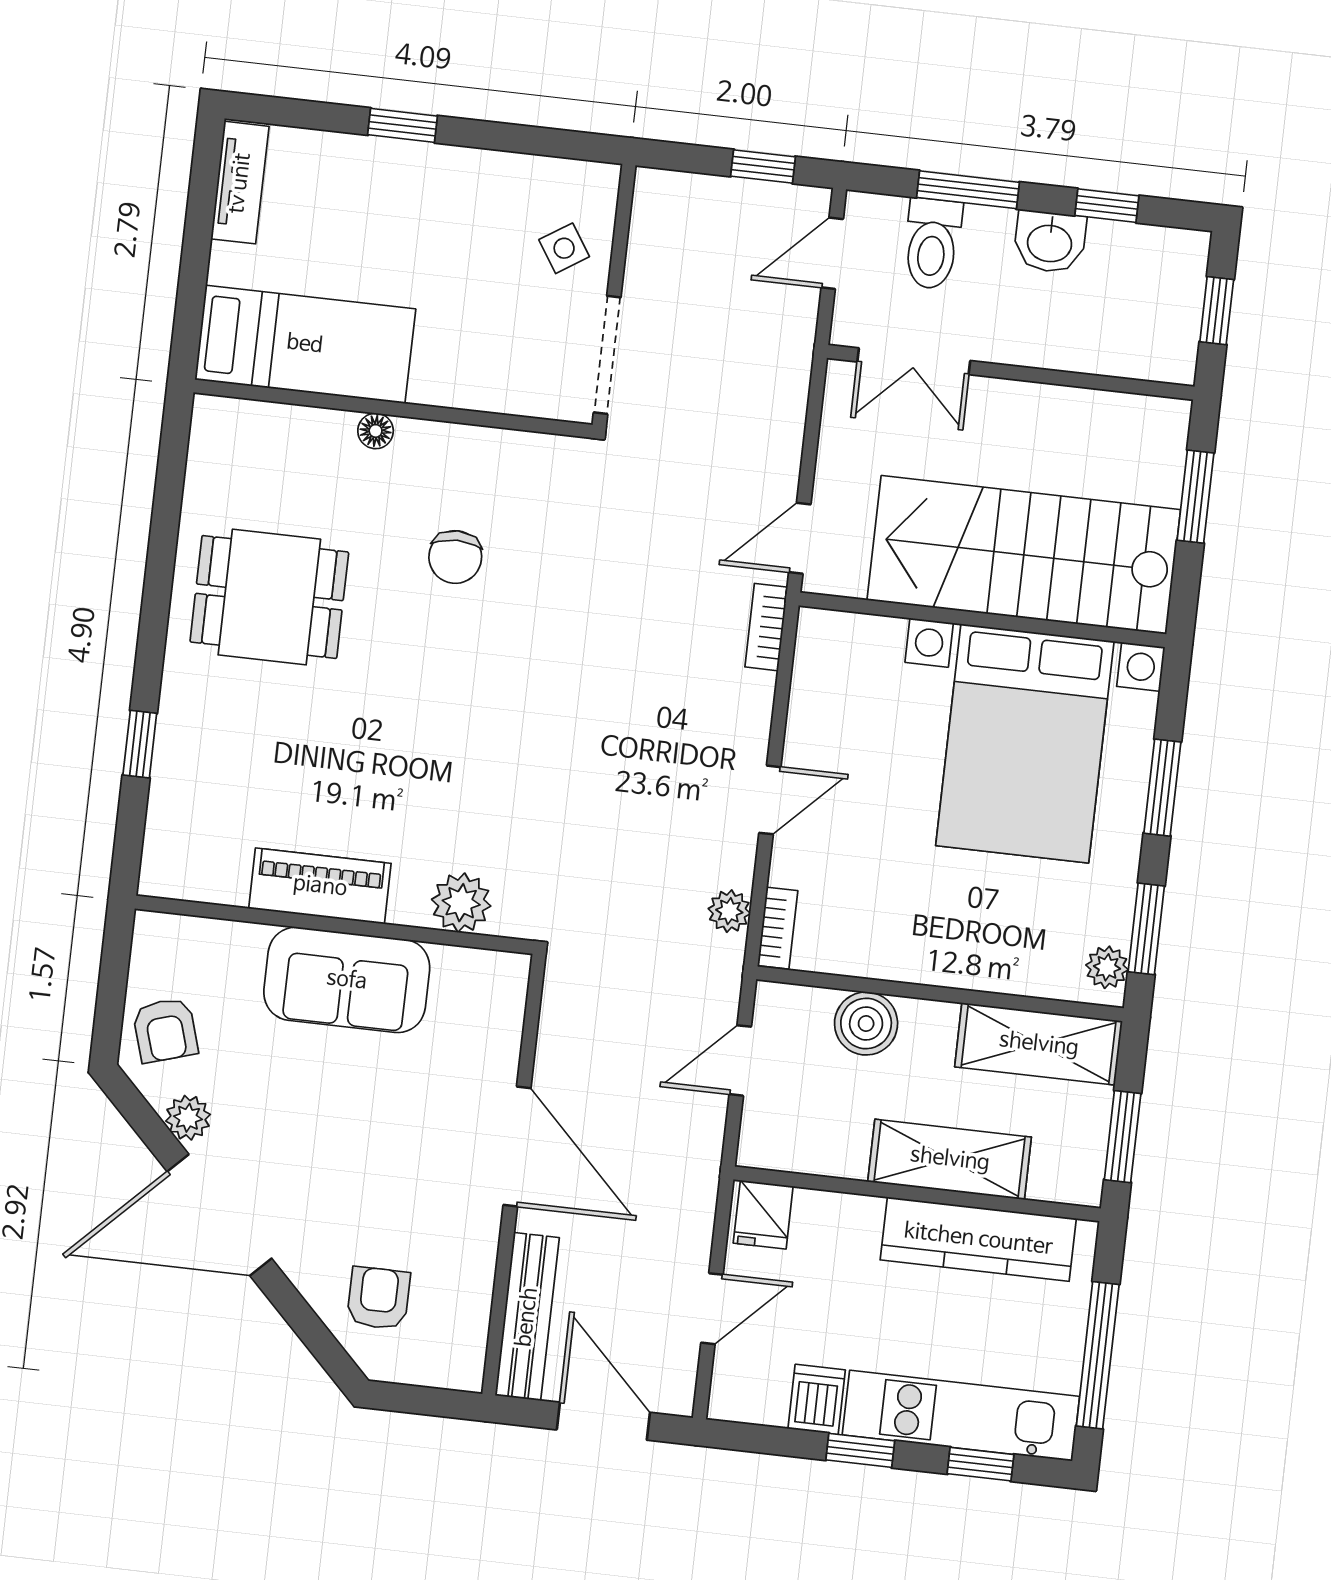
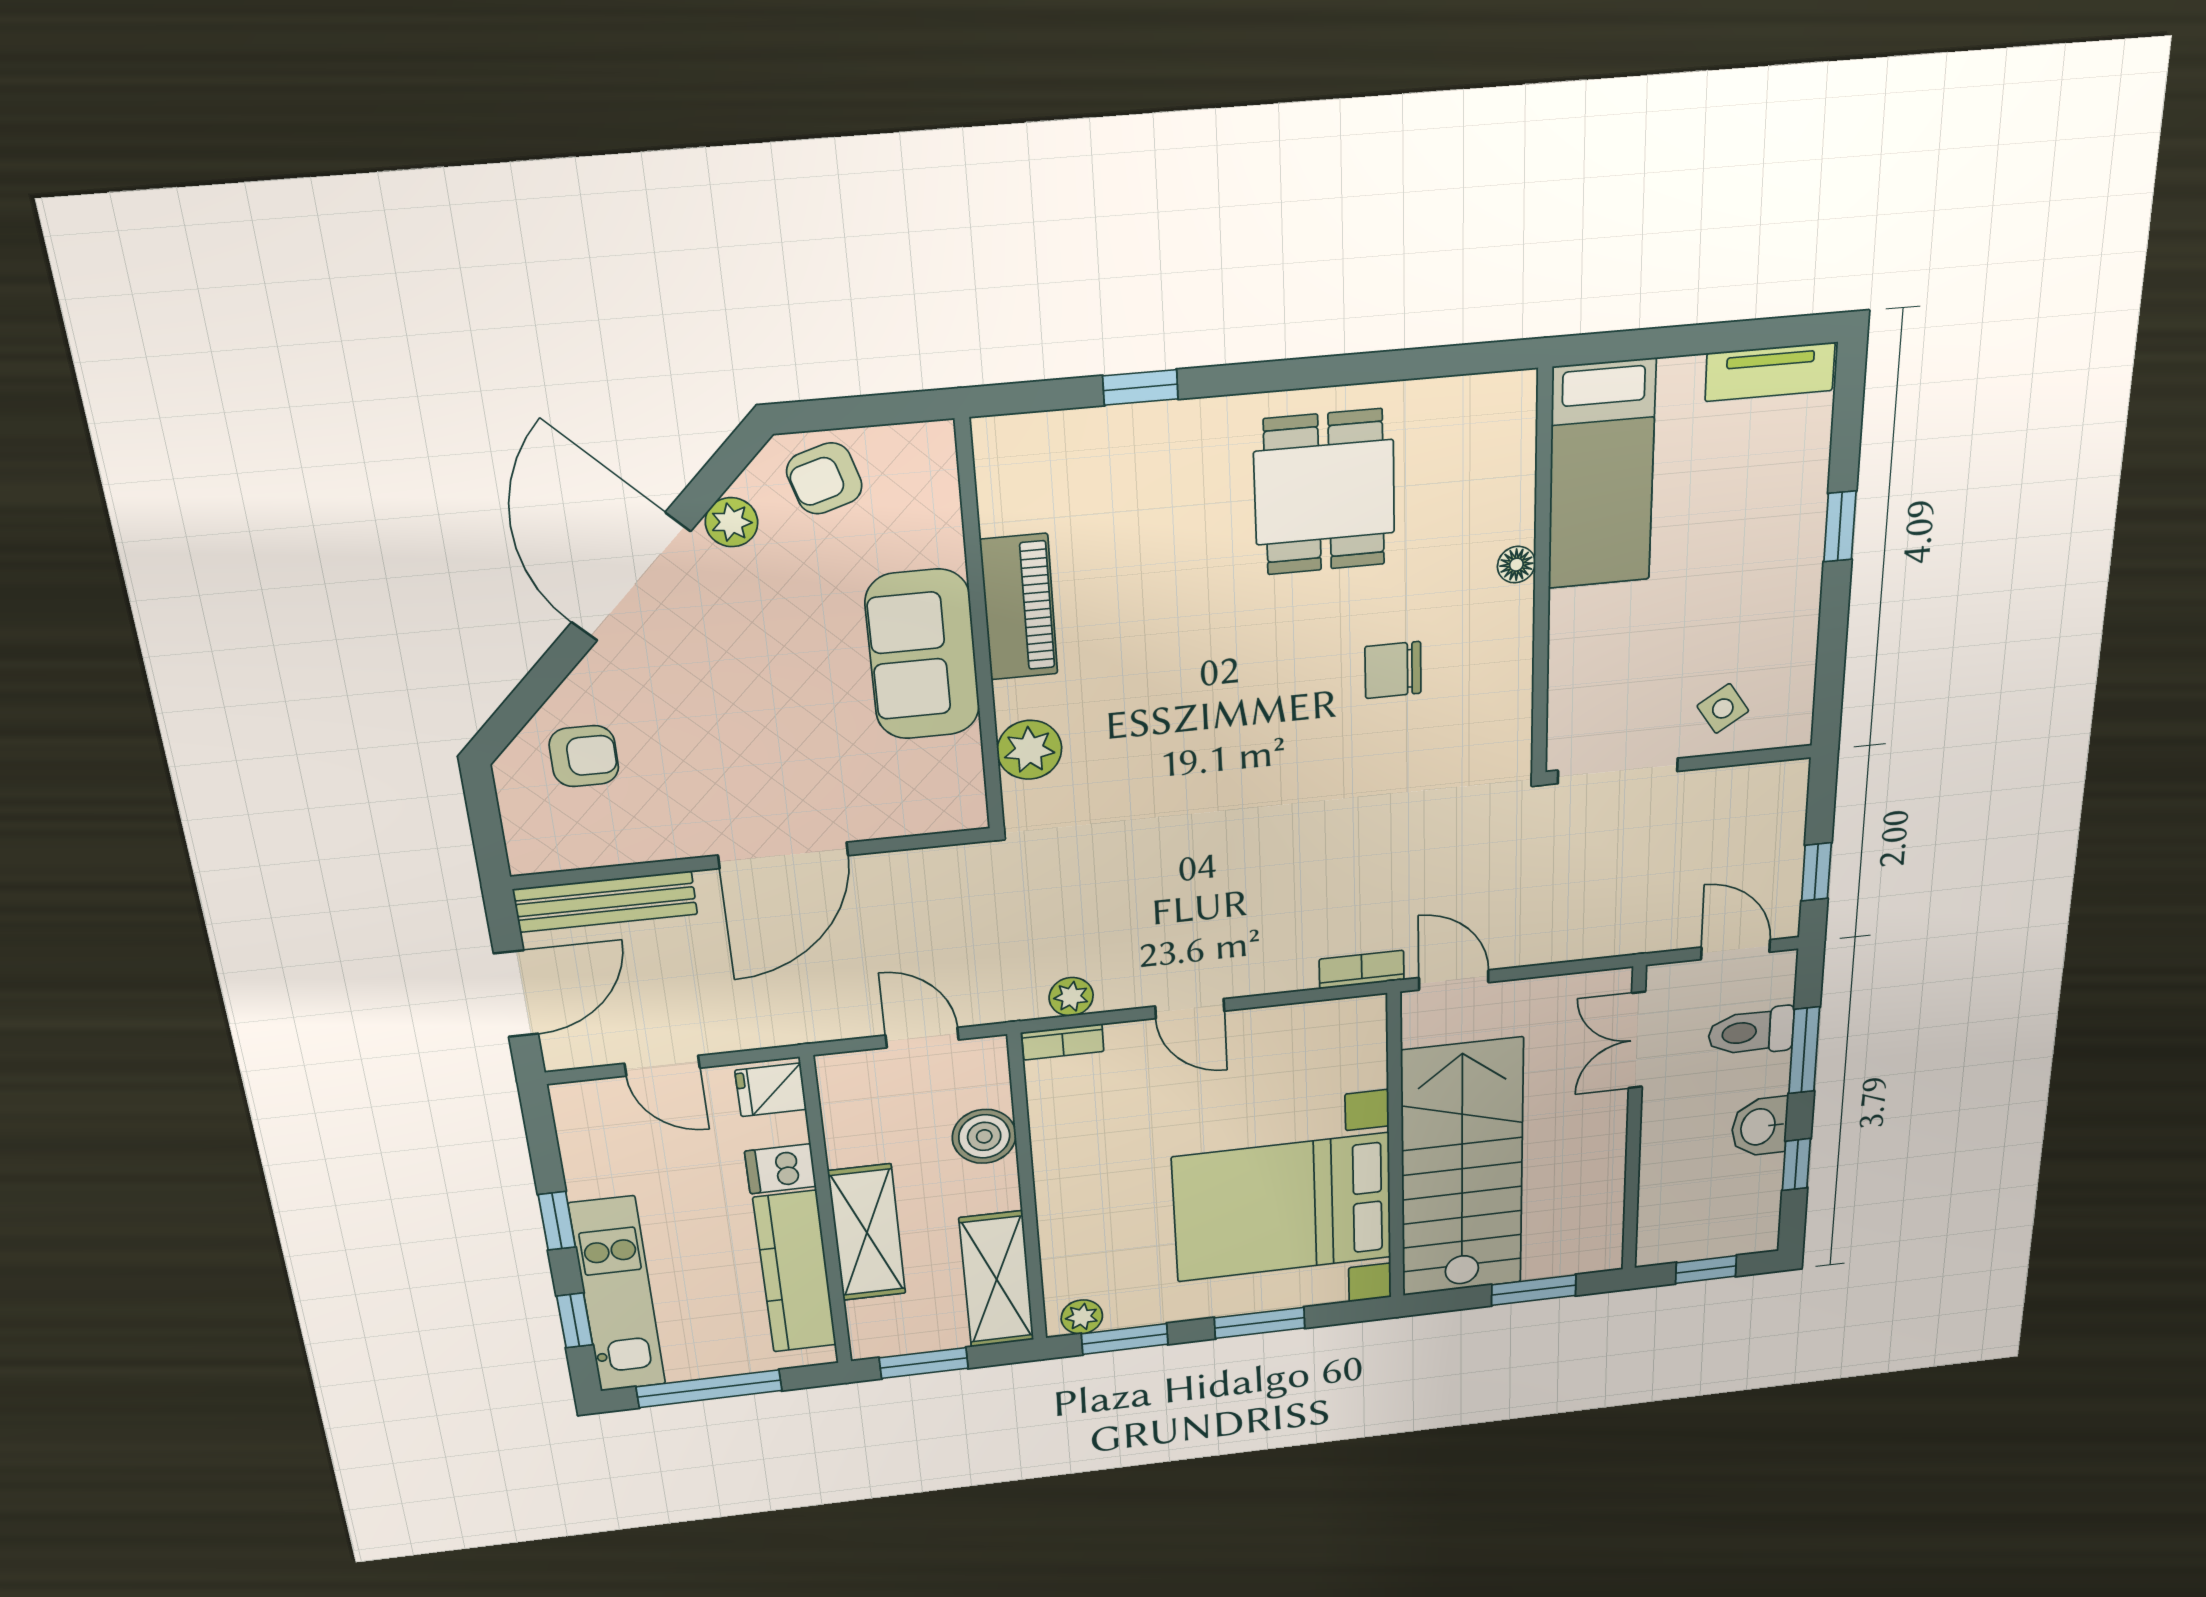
dishwasher: (817, 1399) -> (780, 1169), moved, turned 180

